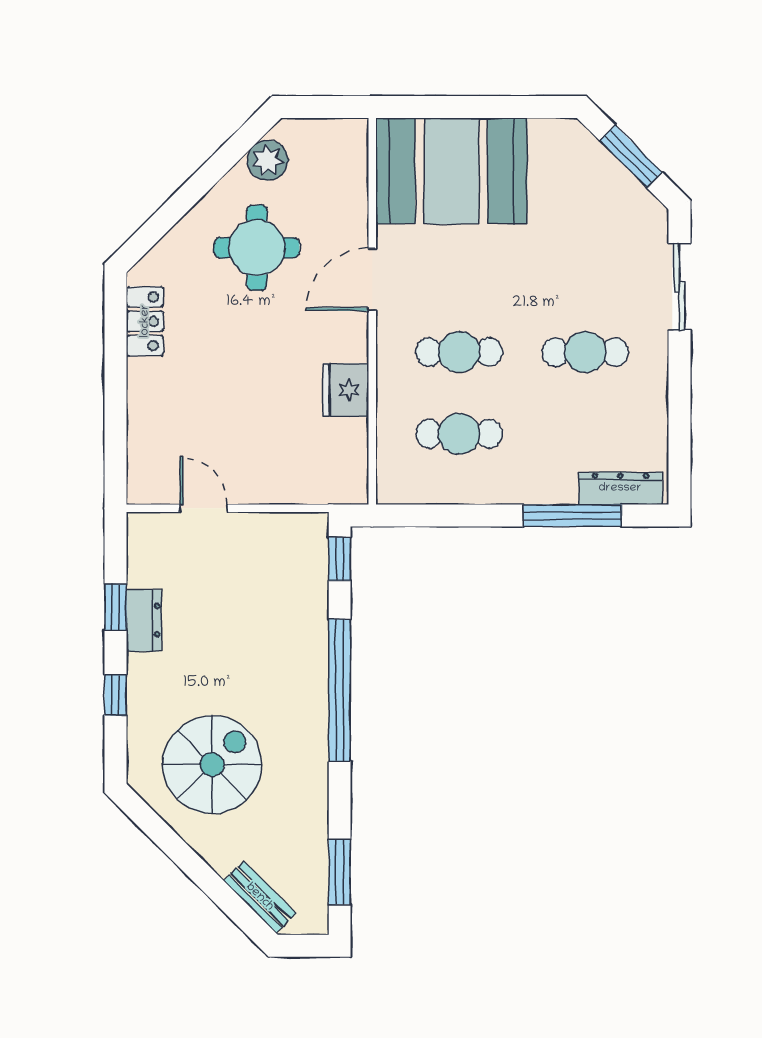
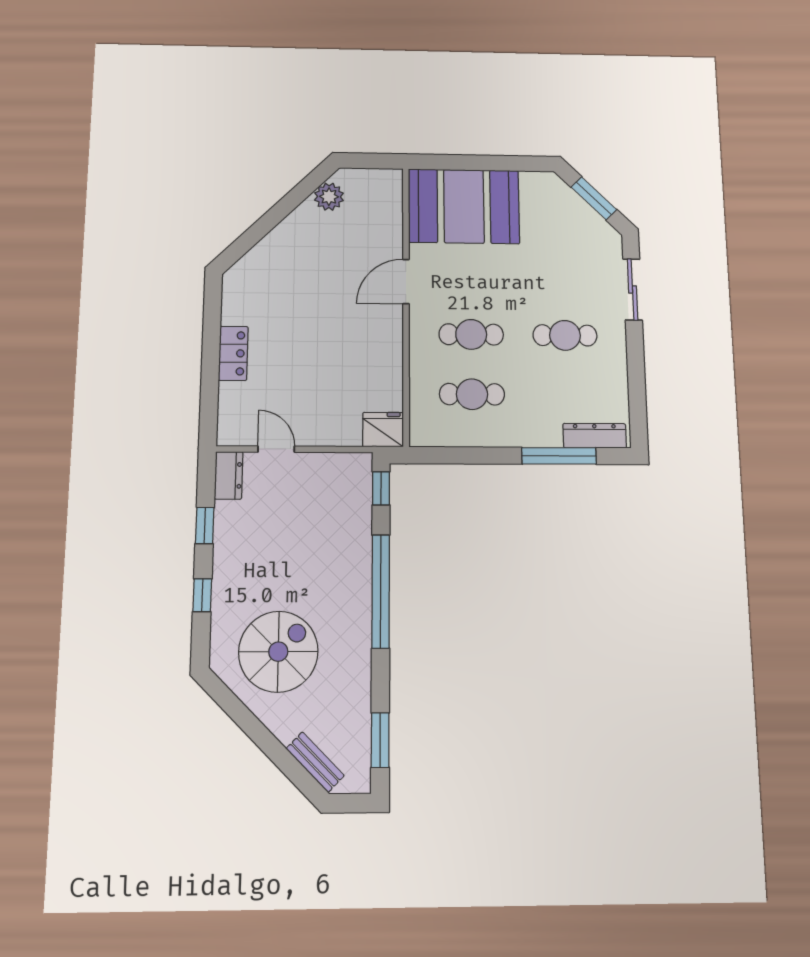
round table: (257, 248) -> (320, 258), removed
locker: (145, 321) -> (233, 353), moved
fridge: (346, 390) -> (383, 430), moved, turned 90
dresser: (144, 620) -> (229, 475), moved

